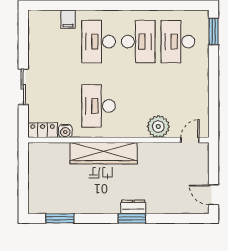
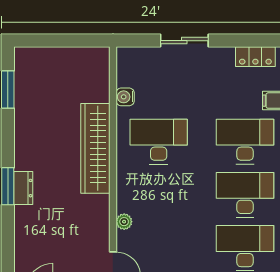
desk: (138, 42) -> (245, 195), turned 180
plant: (158, 127) -> (124, 222), width x0.53, depth x0.53
locker: (43, 130) -> (255, 57), moved, turned 90

